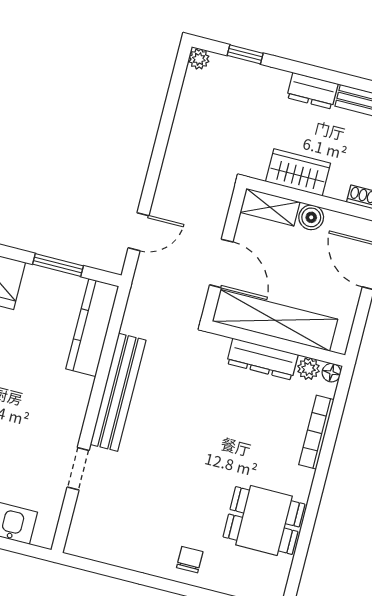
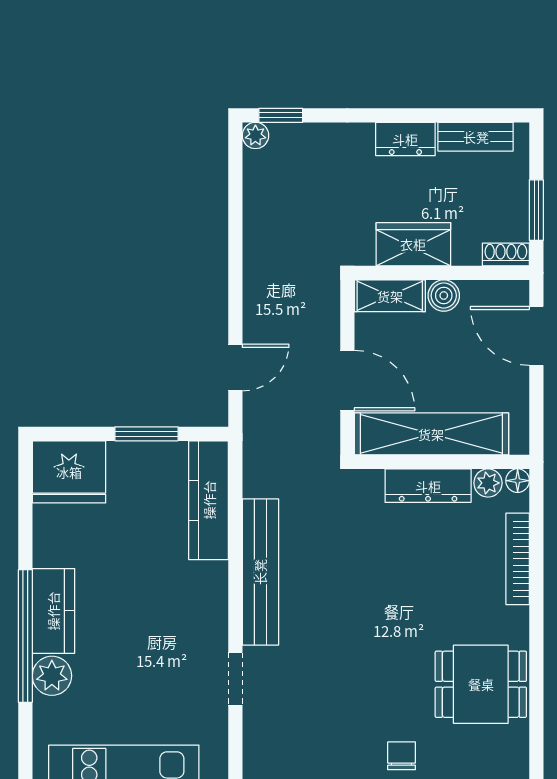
window: (245, 54) -> (281, 115), moved

